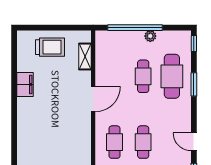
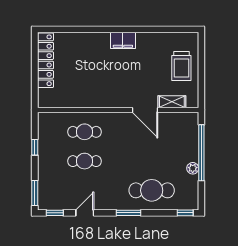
cafe table: (143, 76) -> (152, 161), removed
filing cabinet: (25, 84) -> (123, 40), moved
window: (194, 84) -> (129, 213), moved
door: (93, 99) -> (145, 110), moved

